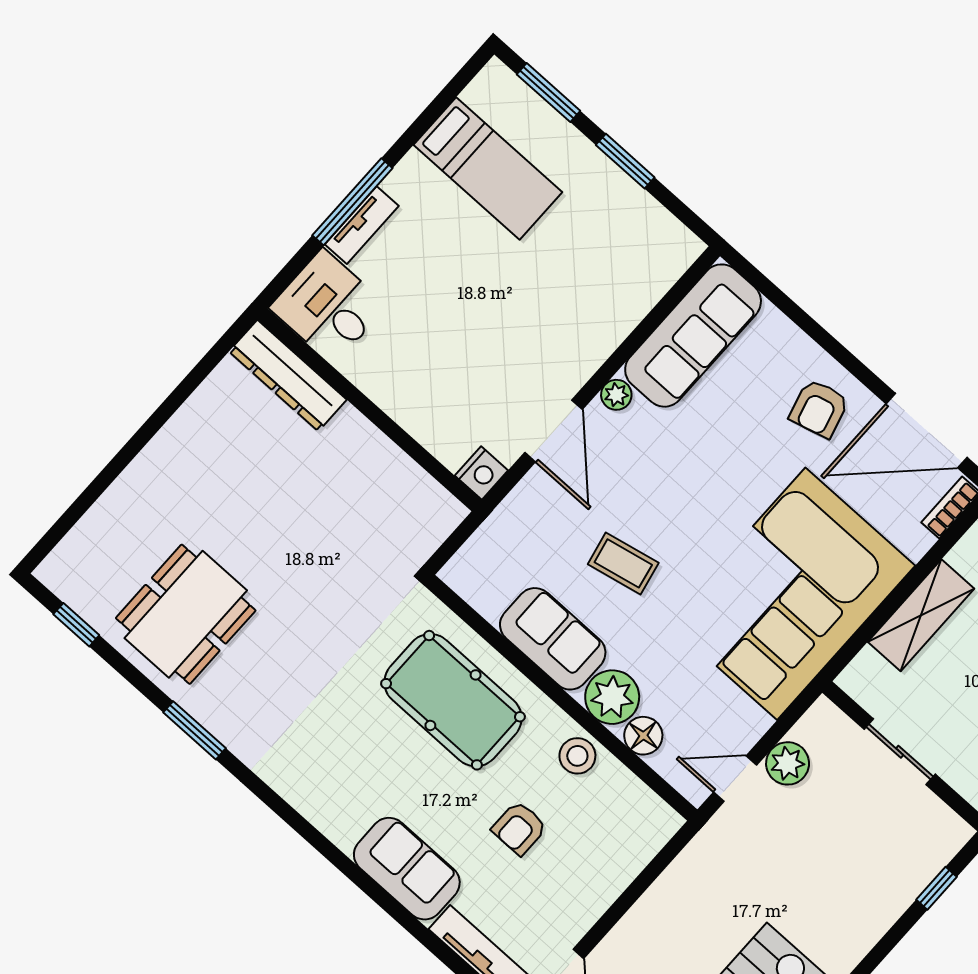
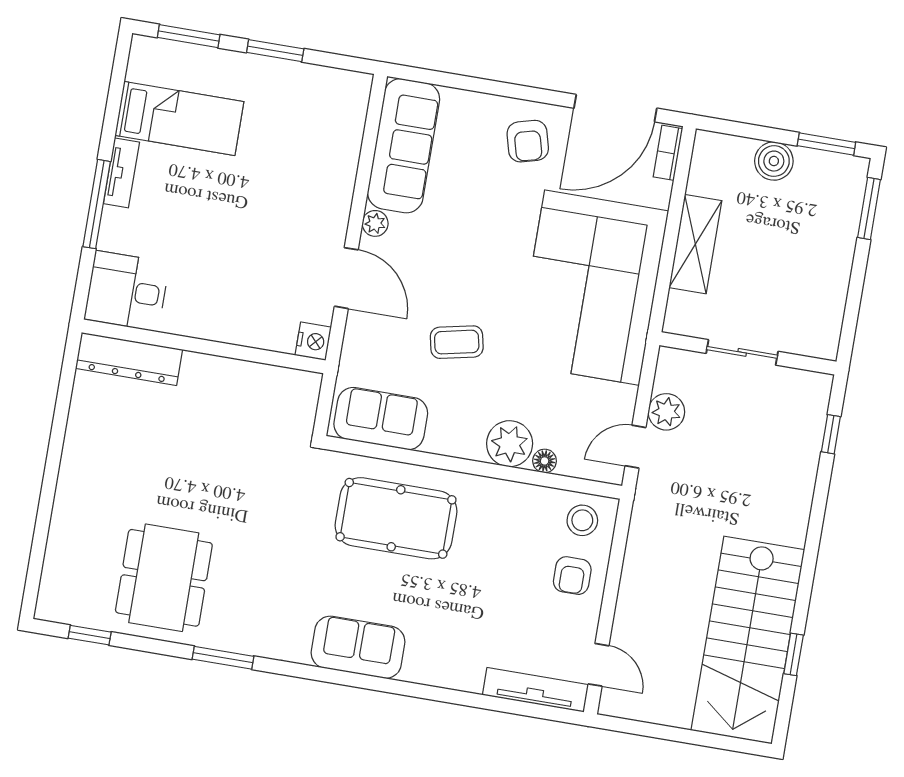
tv unit: (362, 225) -> (121, 173), moved
sofa: (553, 639) -> (381, 419), moved
floor lamp: (643, 736) -> (545, 461), width x0.73, depth x0.73
stool: (577, 756) -> (582, 520), moved
armchair: (519, 828) -> (572, 576), moved
sofa: (407, 869) -> (358, 647), moved

